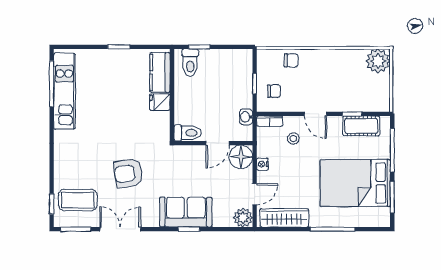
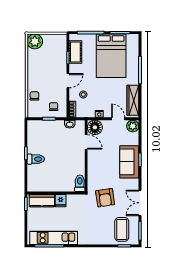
kitchen counter: (160, 72) -> (42, 201), moved
wall: (172, 95) -> (56, 193), moved
fridge: (160, 102) -> (61, 201), moved
toilet: (188, 133) -> (80, 183), moved

